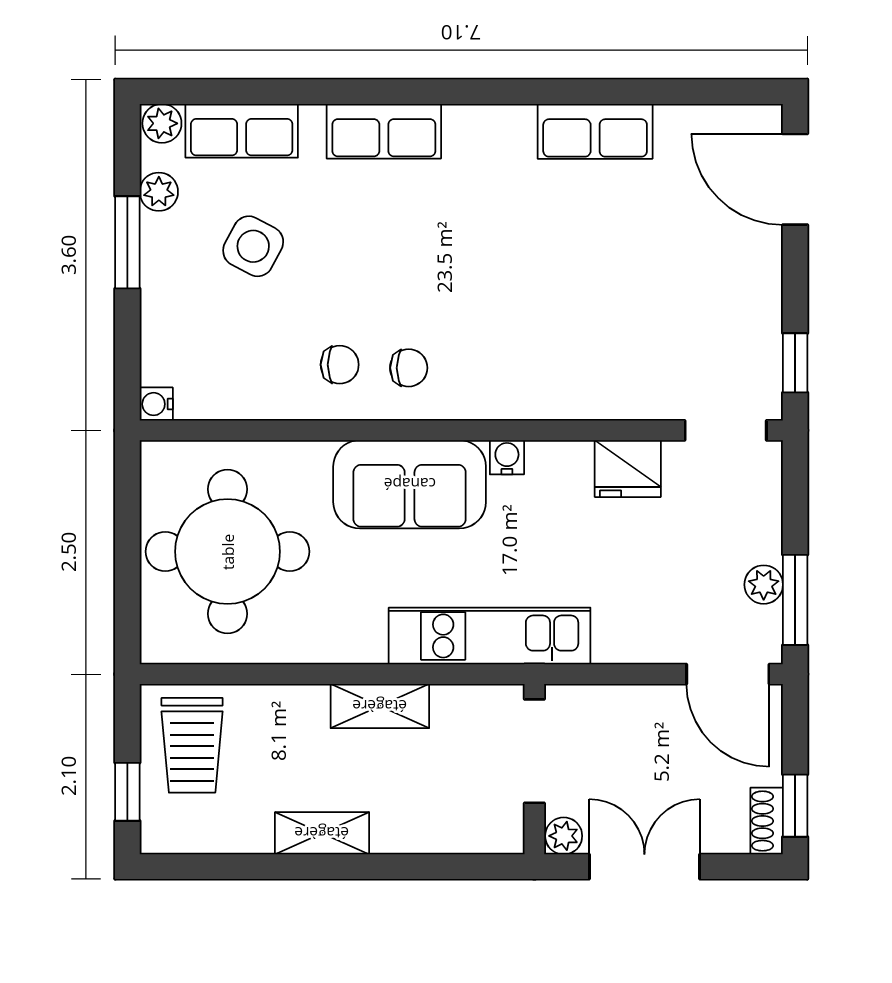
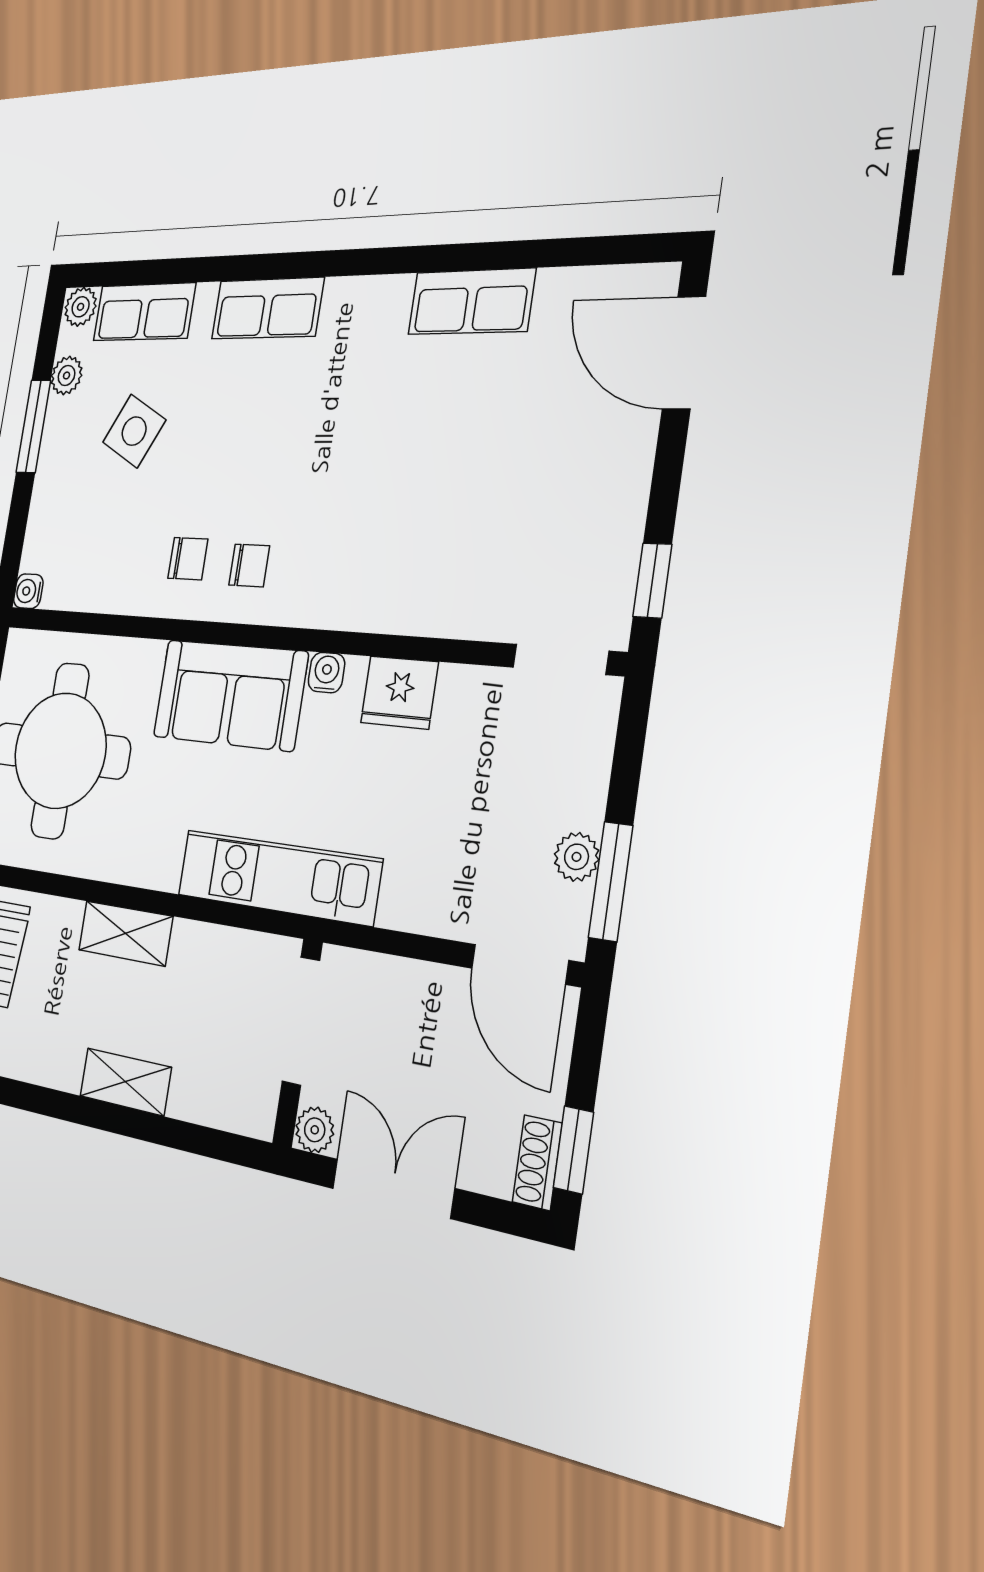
fridge: (628, 469) -> (399, 692), moved
shelving: (380, 706) -> (125, 933), moved
shelving: (322, 833) -> (125, 1082), moved

